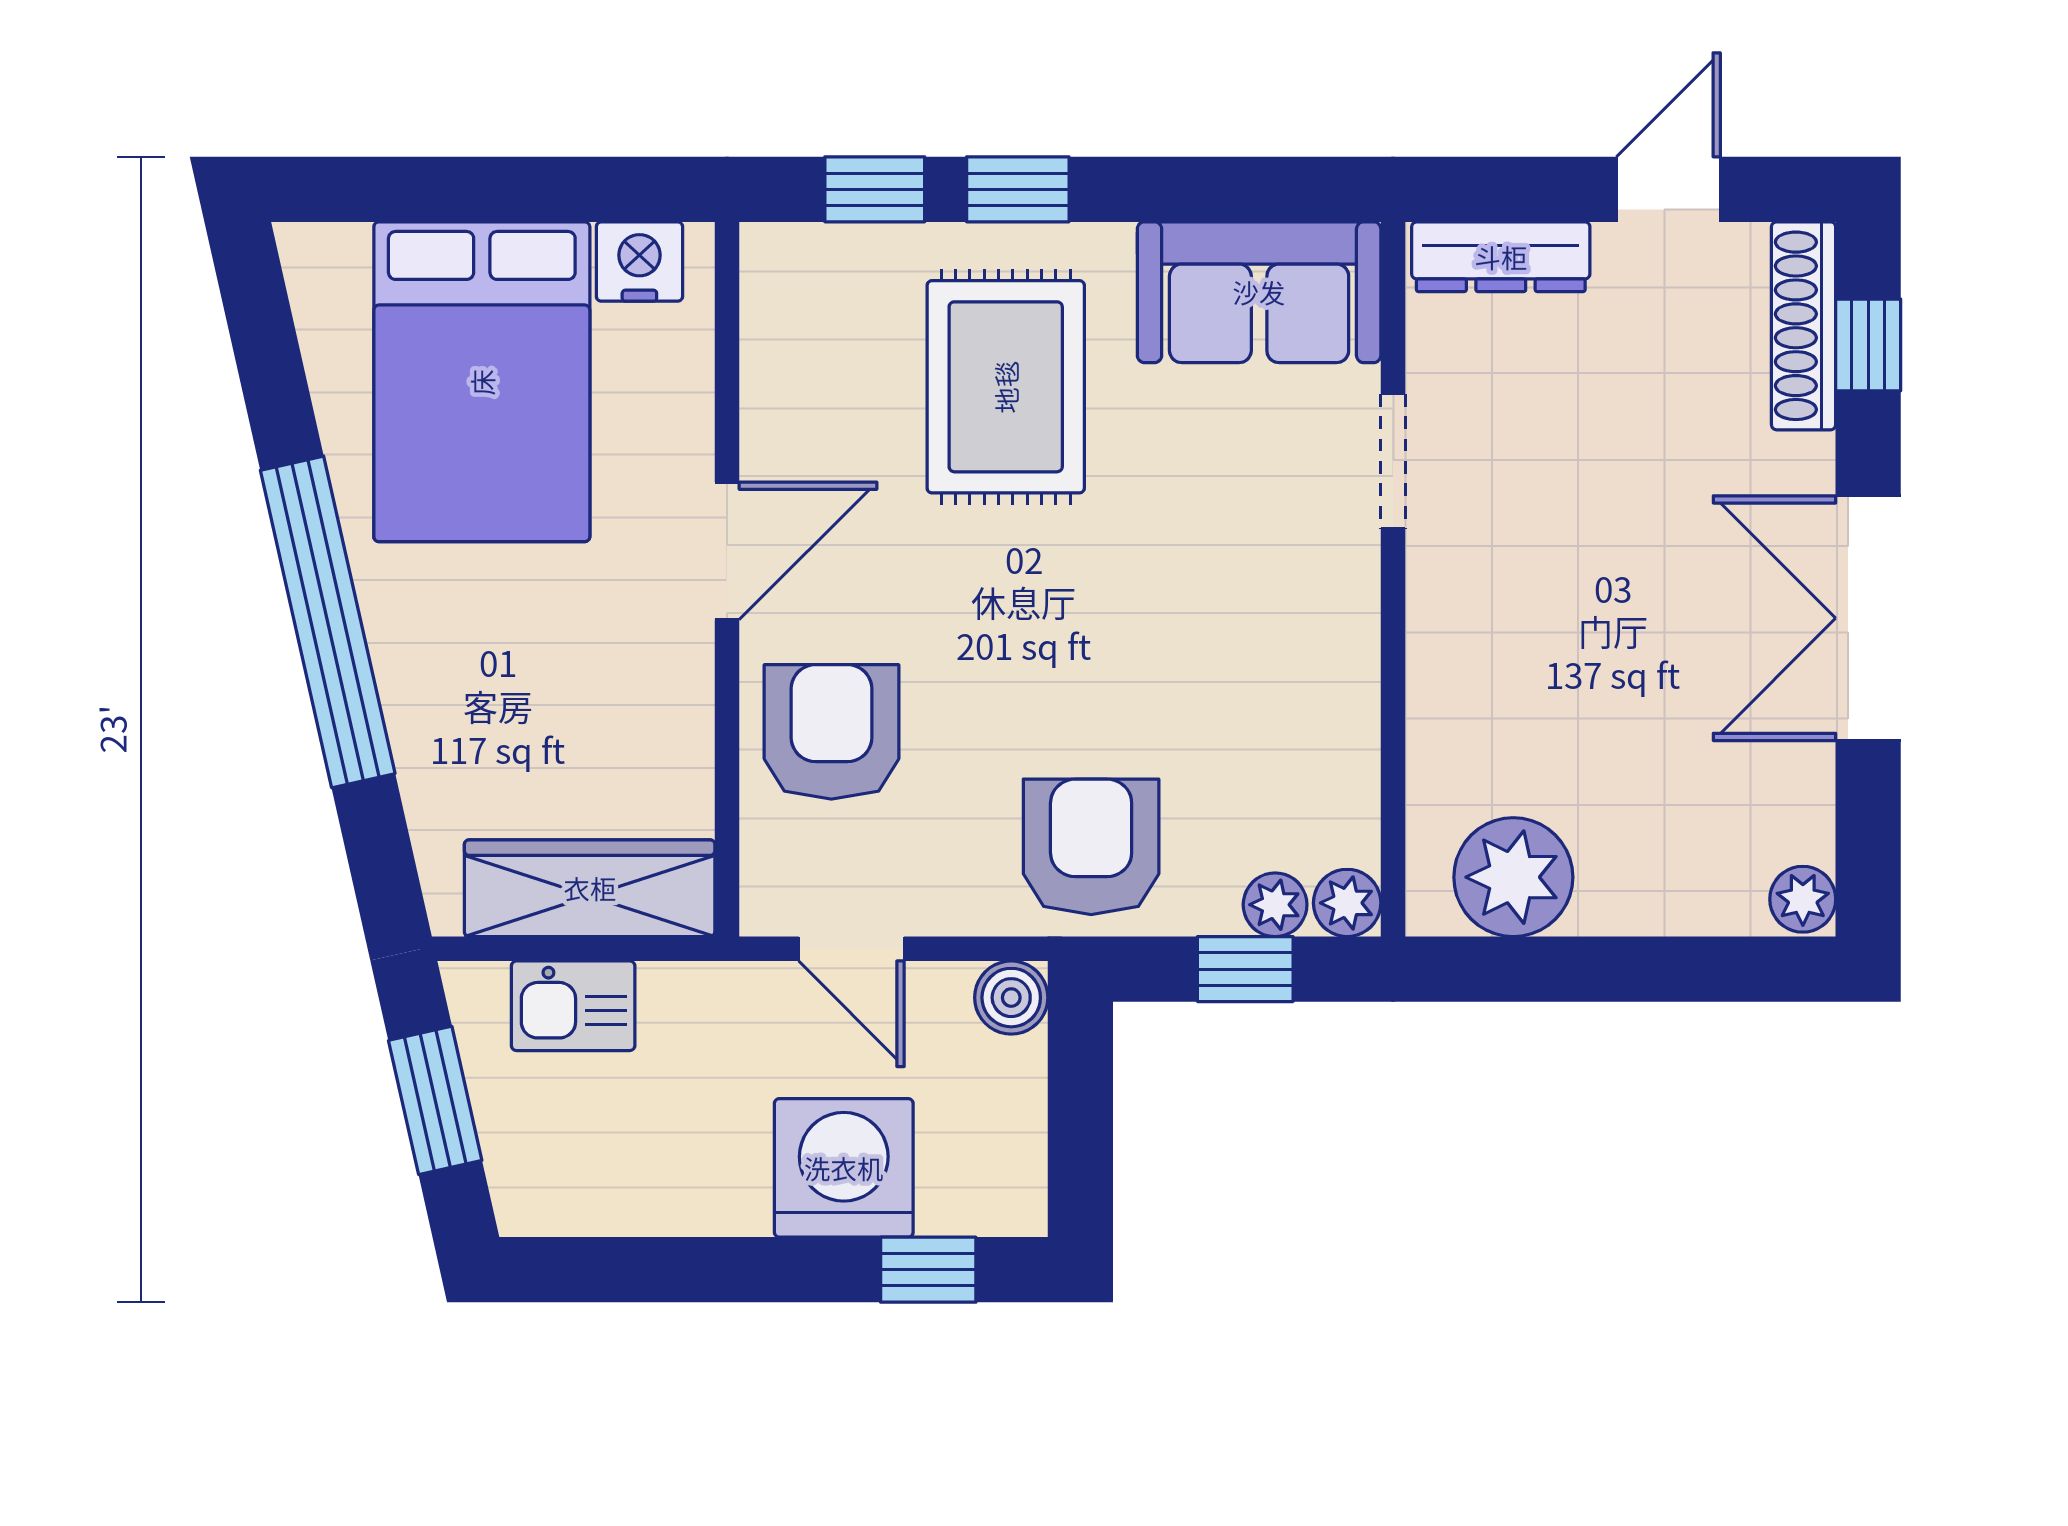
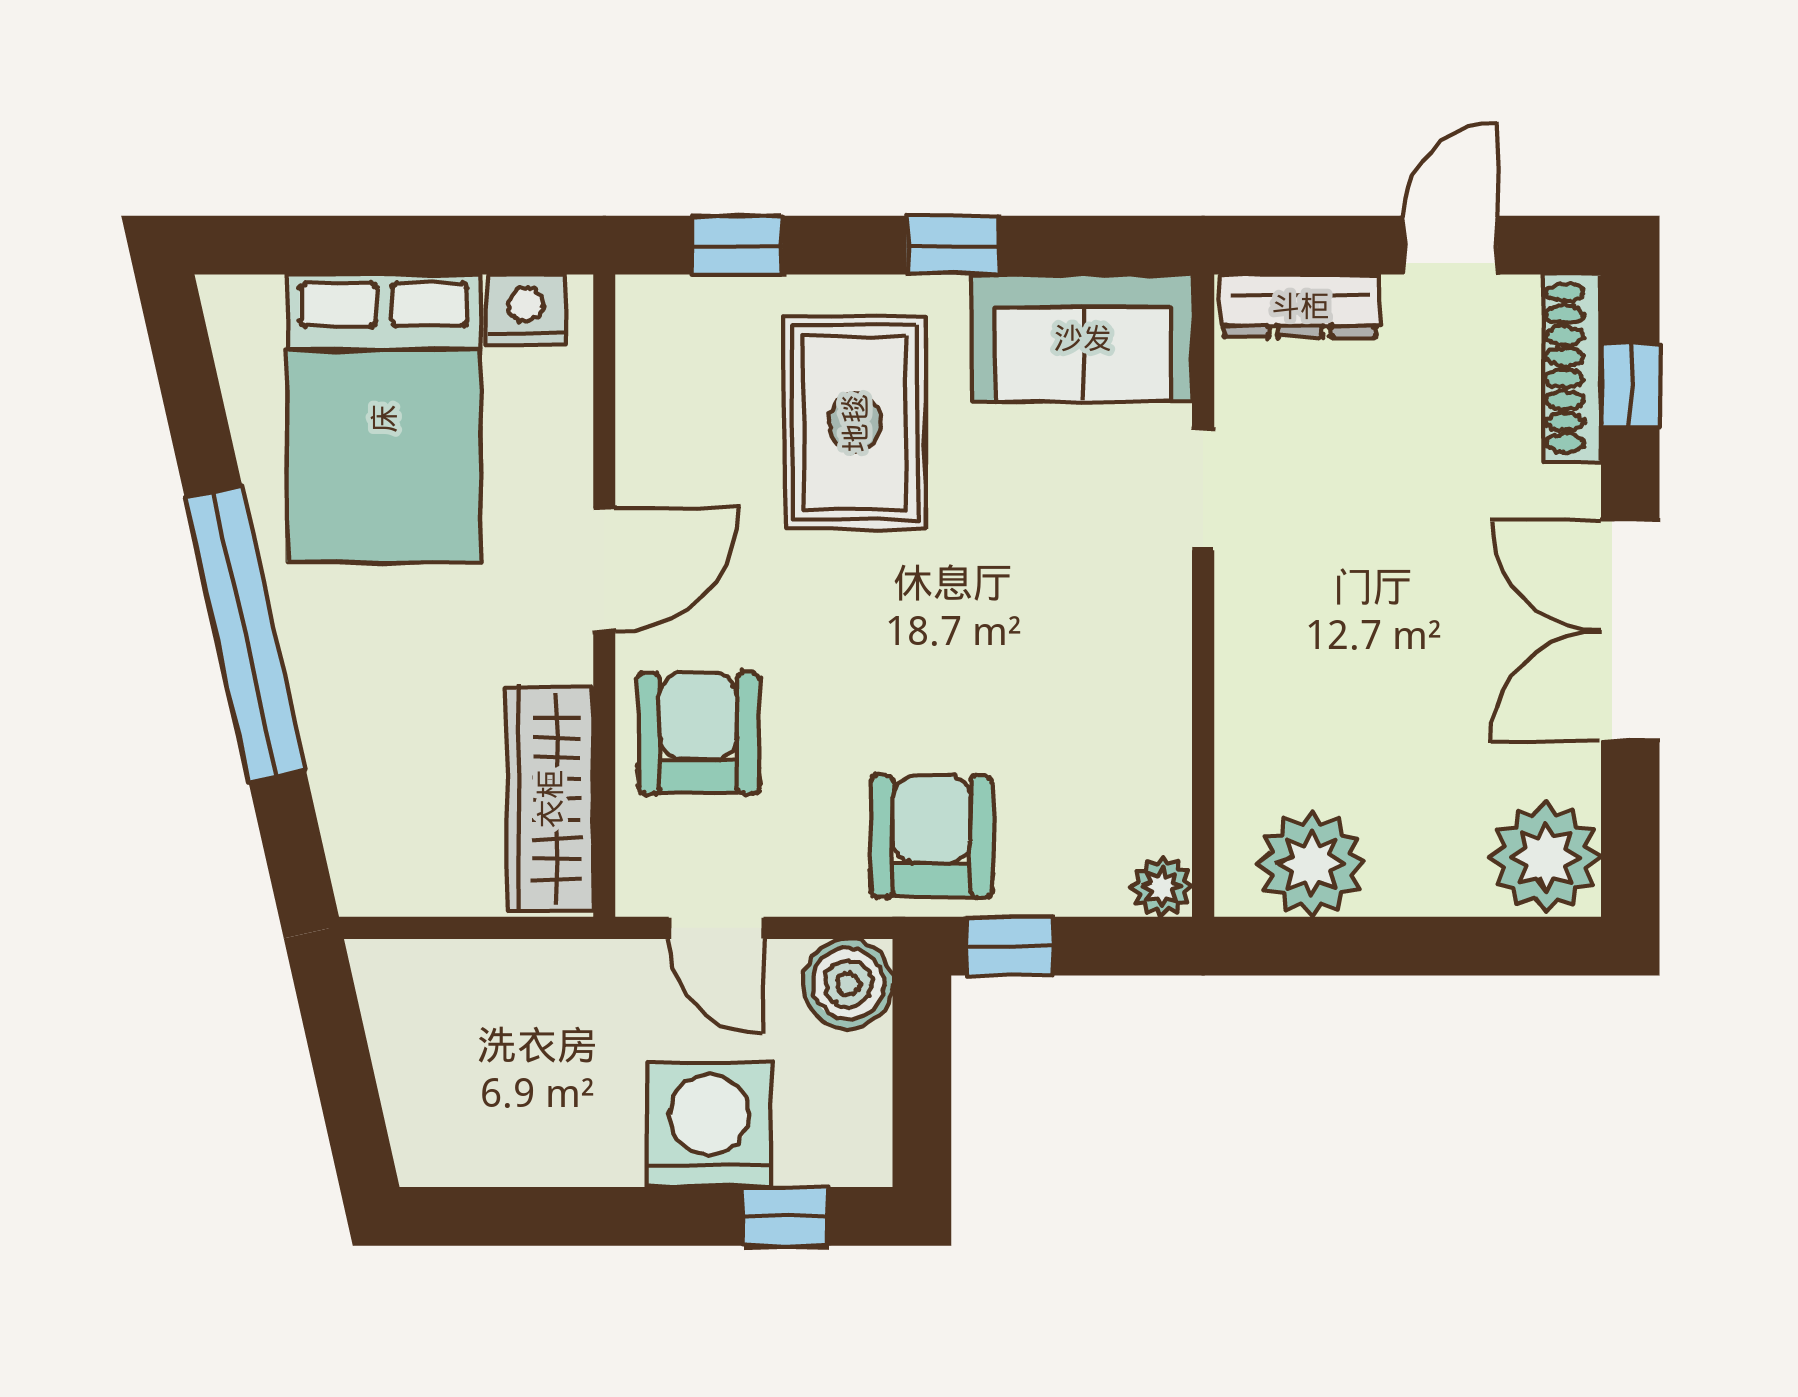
window: (1018, 189) -> (953, 245), moved
wardrobe: (590, 888) -> (550, 799), moved, turned -90
plant: (1803, 899) -> (1546, 857), width x1.87, depth x1.87
plant: (1275, 905) -> (1097, 888), removed
window: (1245, 969) -> (1010, 946), moved
boiler: (1011, 998) -> (848, 984), width x1.36, depth x1.36
kitchen sink: (573, 1006) -> (466, 979), removed
window: (435, 1100) -> (342, 1064), removed

